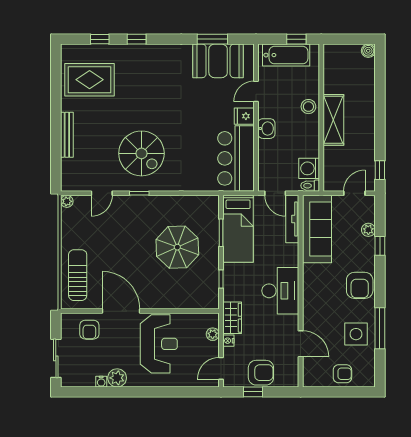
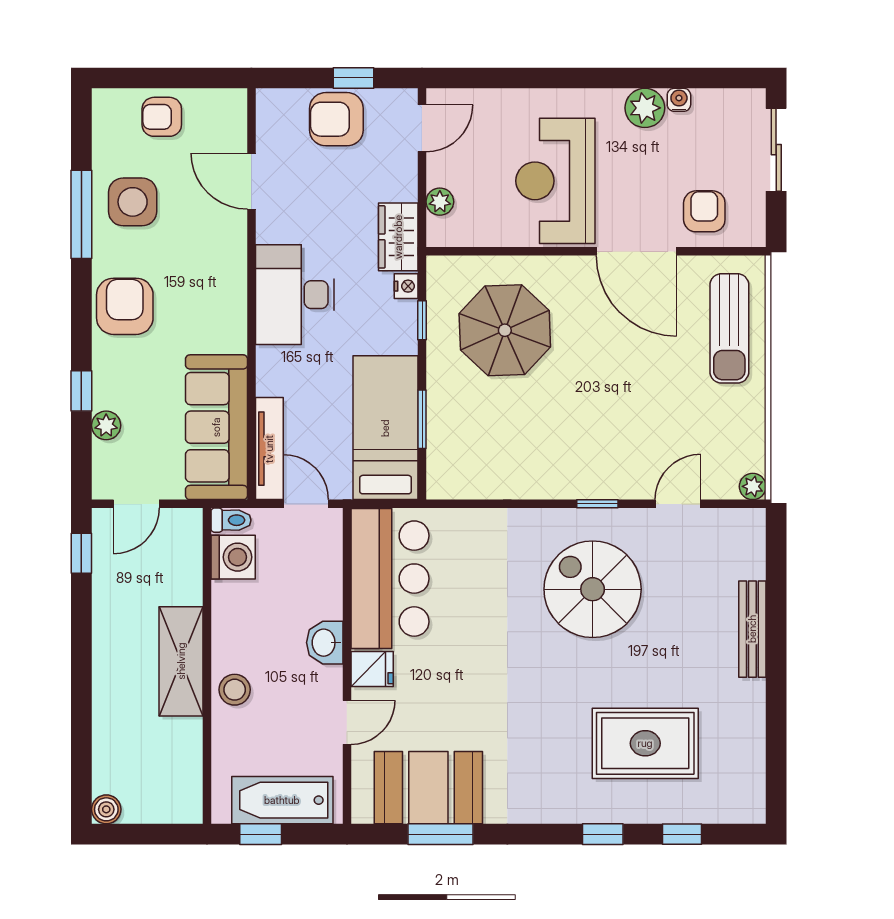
rug: (90, 80) -> (645, 743), moved
parasol: (177, 247) -> (505, 330), moved
nightstand: (228, 341) -> (406, 286), moved

